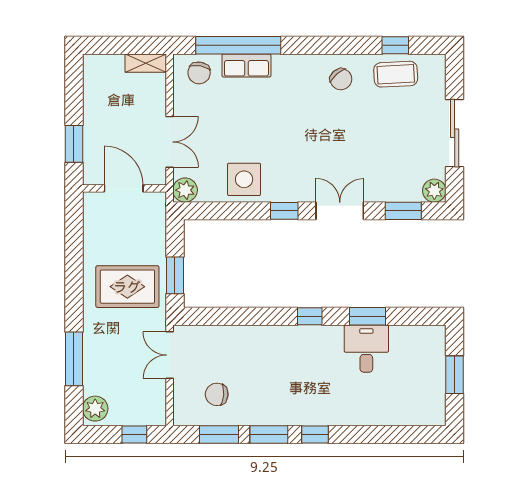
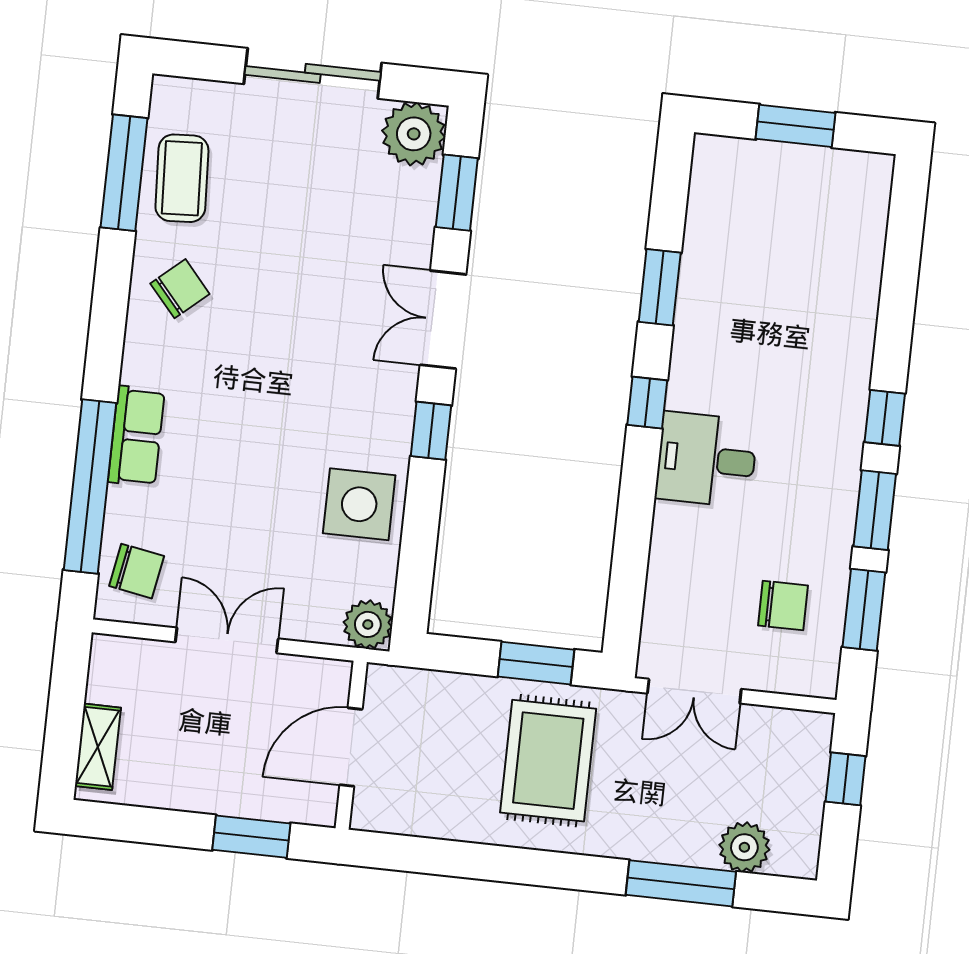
window: (395, 45) -> (124, 173), width x2.17
shelving: (146, 63) -> (98, 747), moved
row of seats: (246, 66) -> (136, 436), moved
double door: (170, 142) -> (227, 640), moved
plant: (434, 191) -> (414, 134), width x1.36, depth x1.36
desk: (366, 349) -> (706, 460), moved
chair: (217, 394) -> (783, 606), turned -94
plant: (95, 409) -> (744, 847), moved

